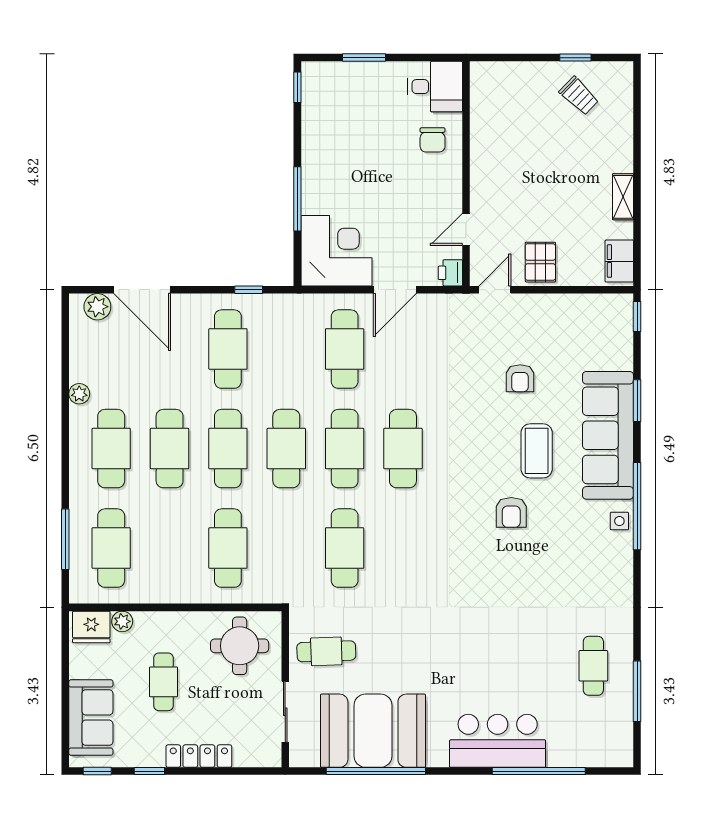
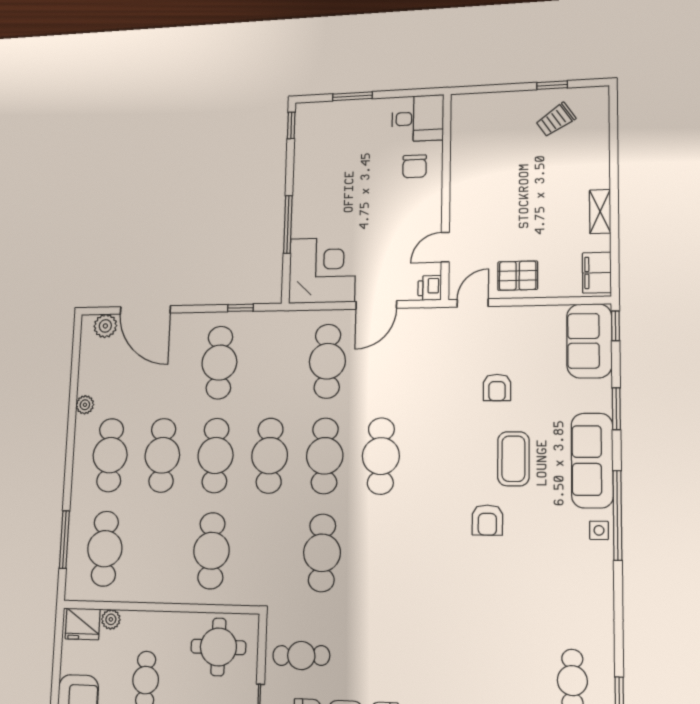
trolley: (579, 96) -> (556, 120), turned 102
pallet: (540, 262) -> (518, 276), turned 90
sofa: (611, 331) -> (589, 341), added
sofa: (608, 435) -> (592, 460), width x0.74, depth x0.79

